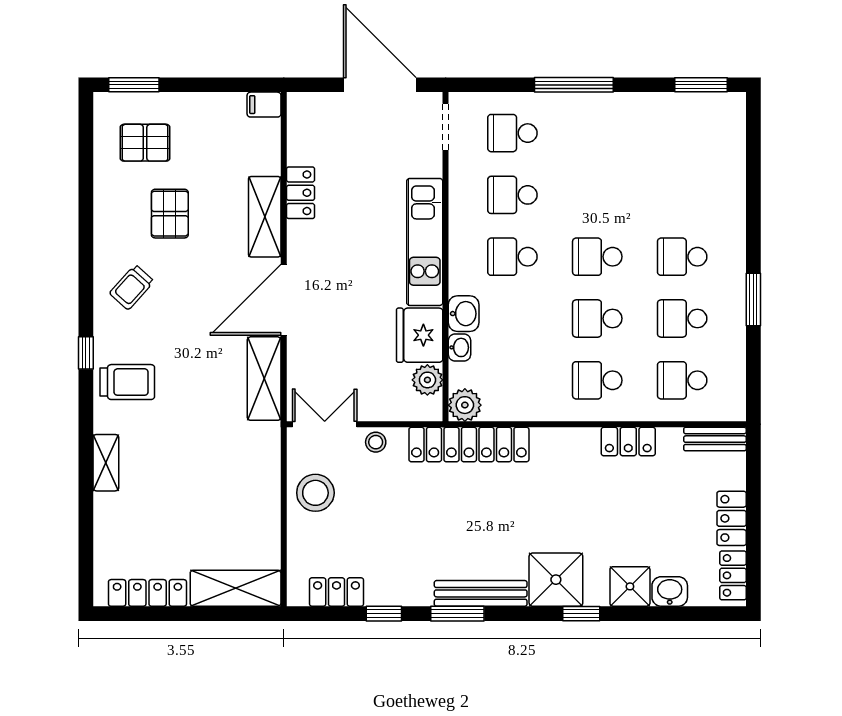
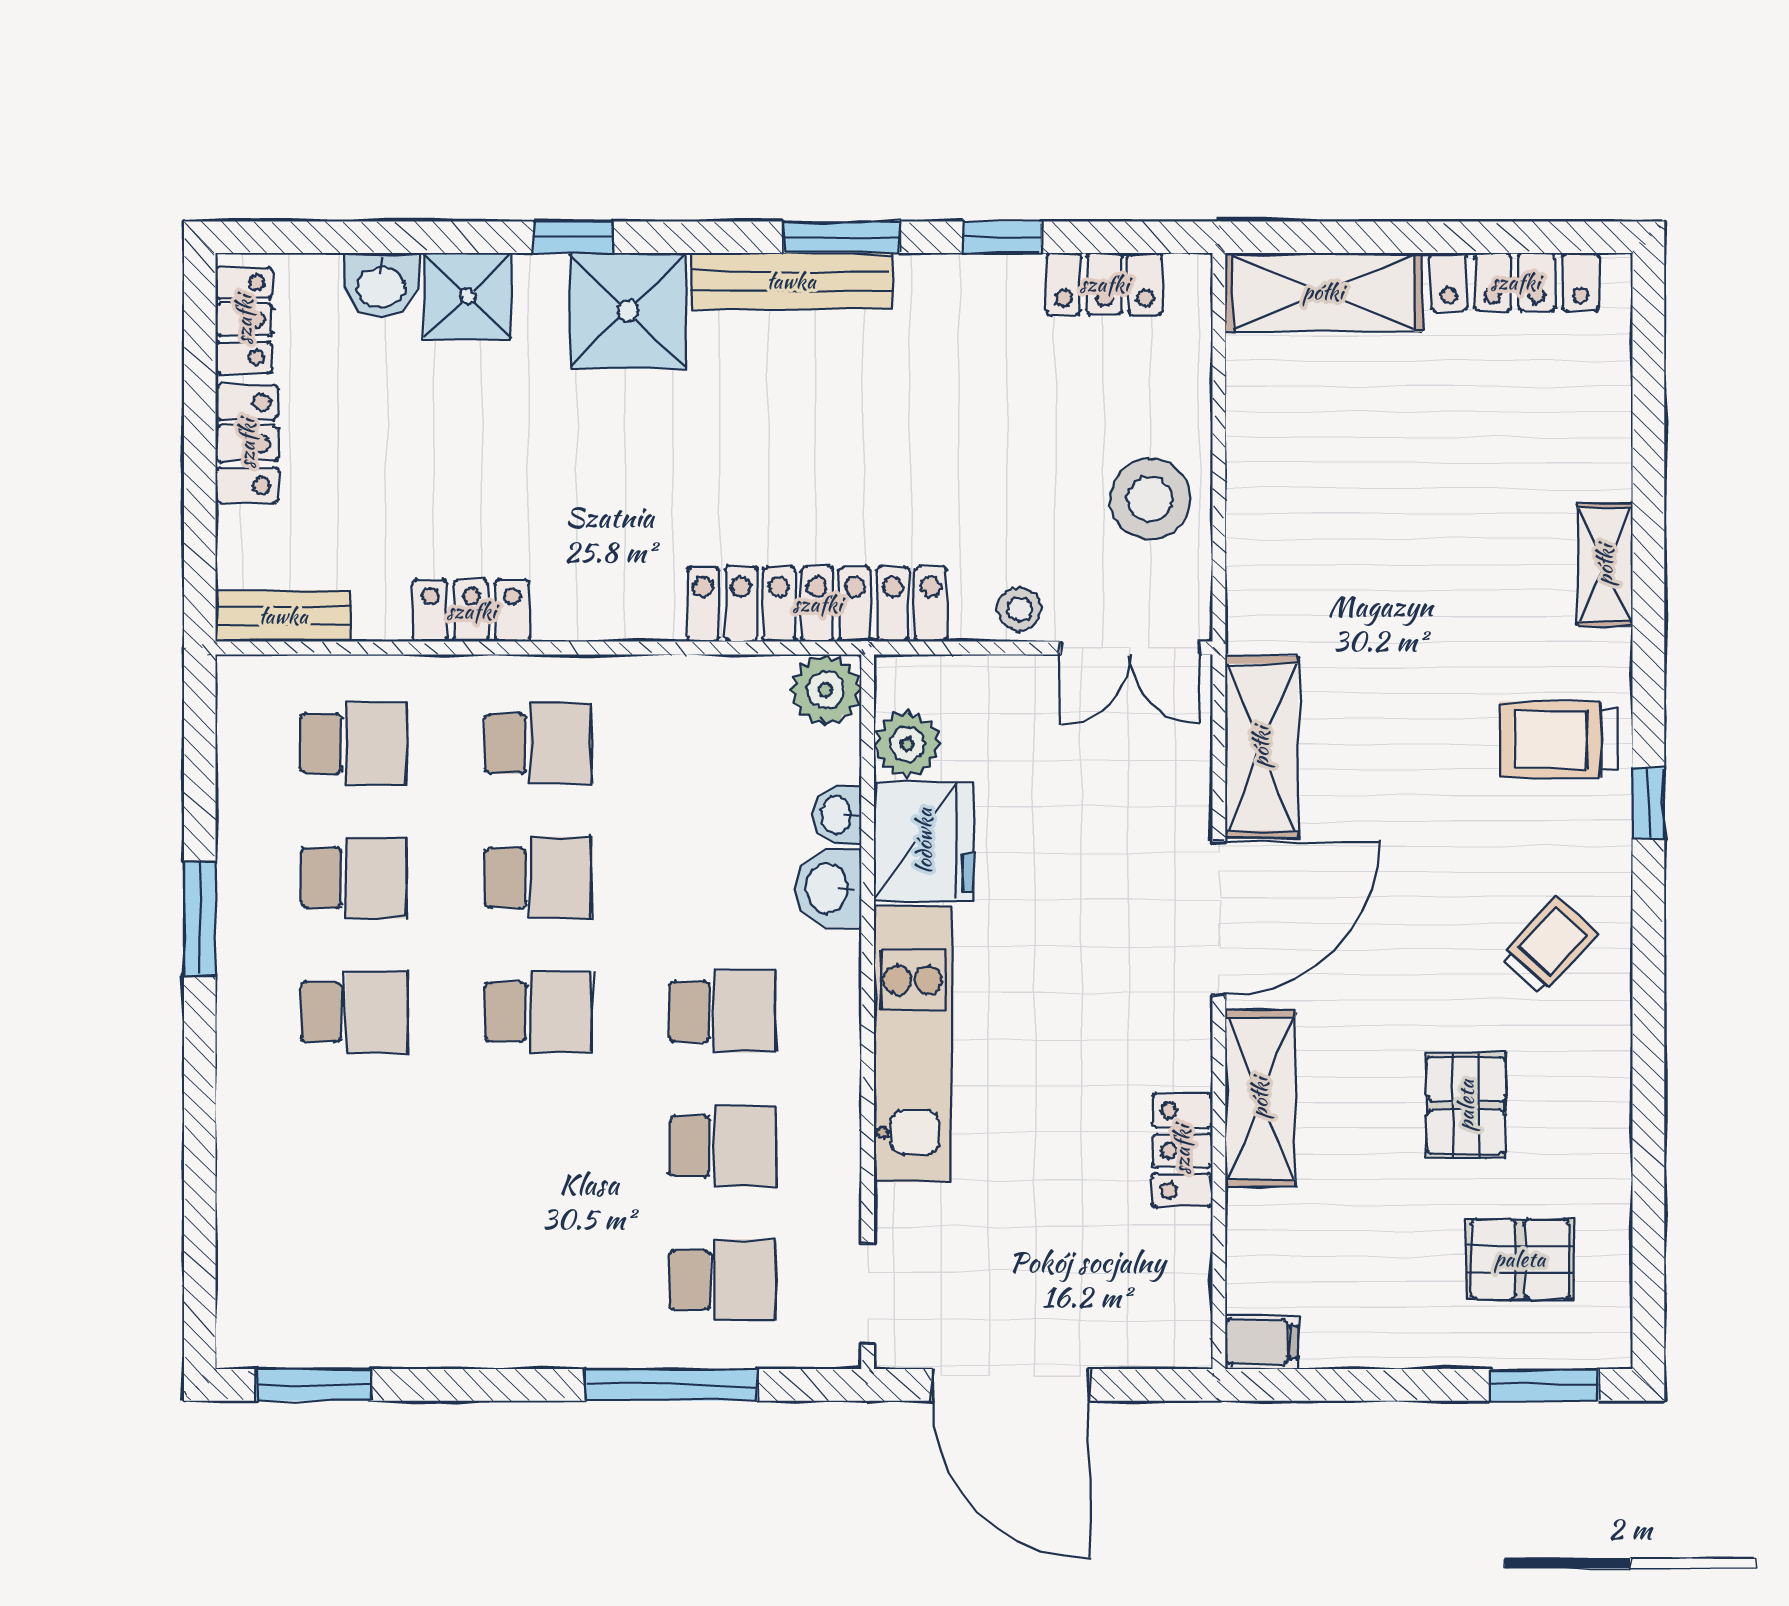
window: (574, 85) -> (672, 1385), moved

